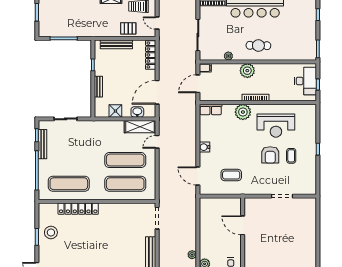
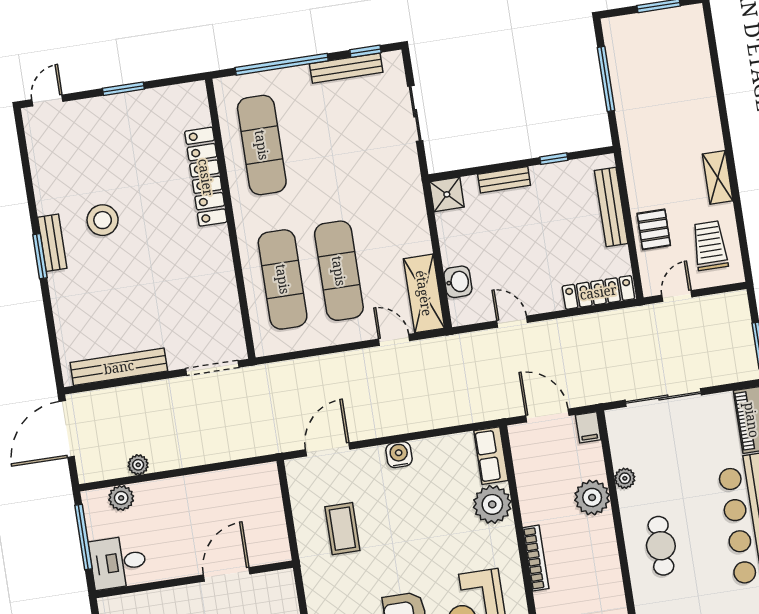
plant: (247, 71) -> (592, 497), moved
door: (157, 92) -> (512, 322), width x0.53
shower: (115, 111) -> (447, 194), moved
plant: (243, 112) -> (492, 504), moved
stool: (51, 232) -> (103, 220), moved

